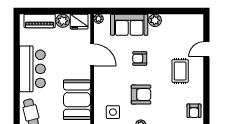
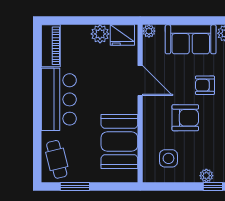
piano: (40, 21) -> (51, 46), moved, turned -90
armchair: (141, 95) -> (185, 118), moved

